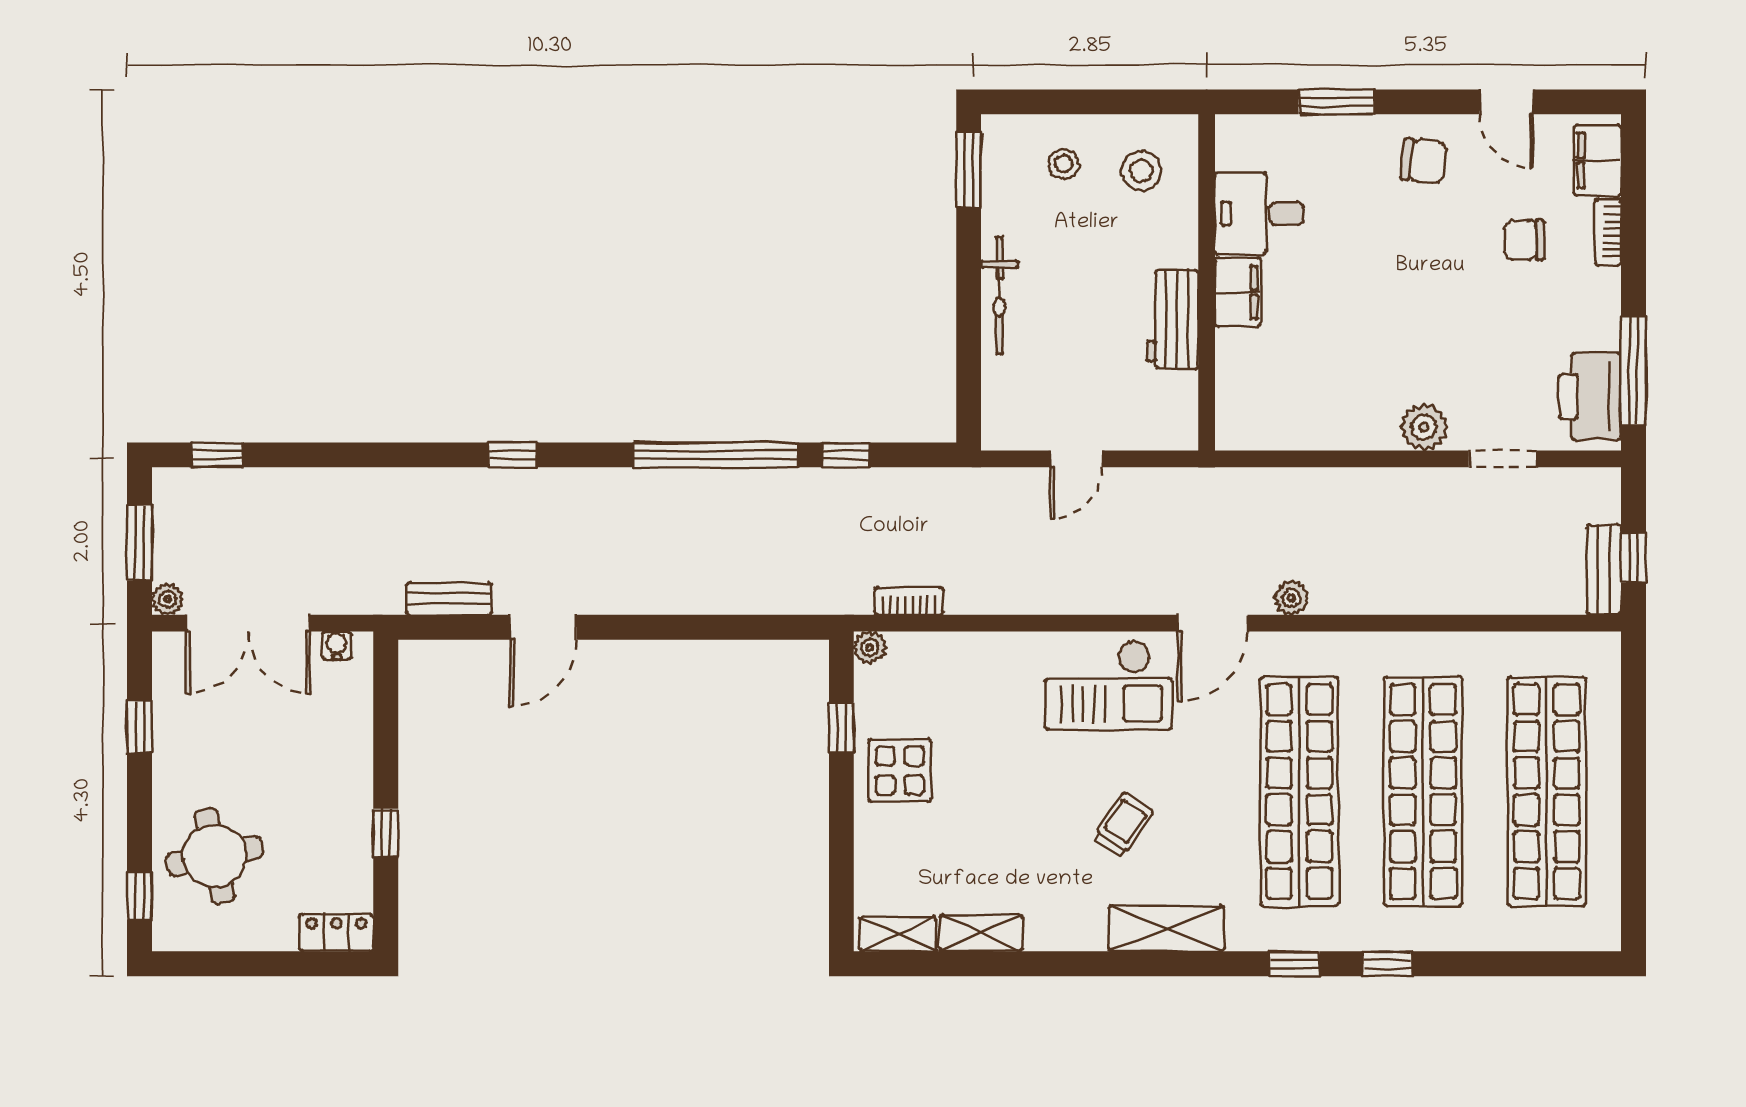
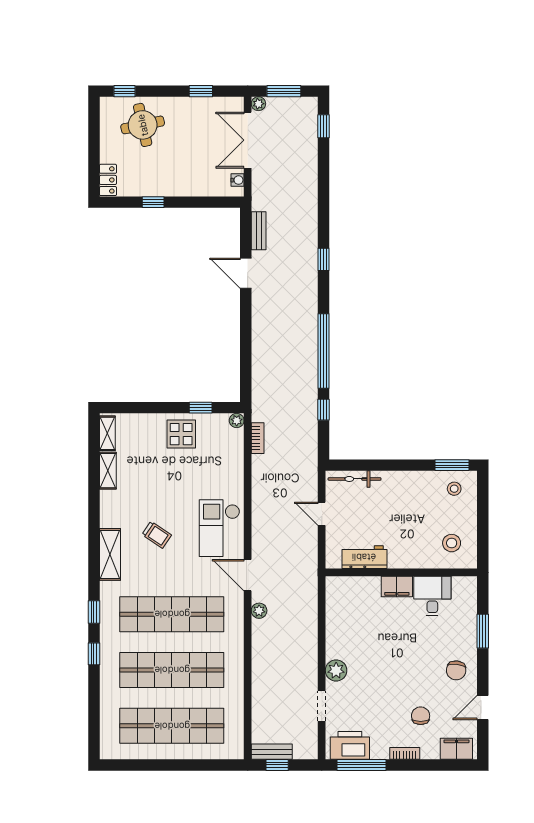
stool: (1064, 164) -> (454, 489), moved
bookcase: (1608, 232) -> (405, 753), moved
bicycle: (999, 295) -> (355, 479), moved
workbench: (1173, 319) -> (364, 557), moved

